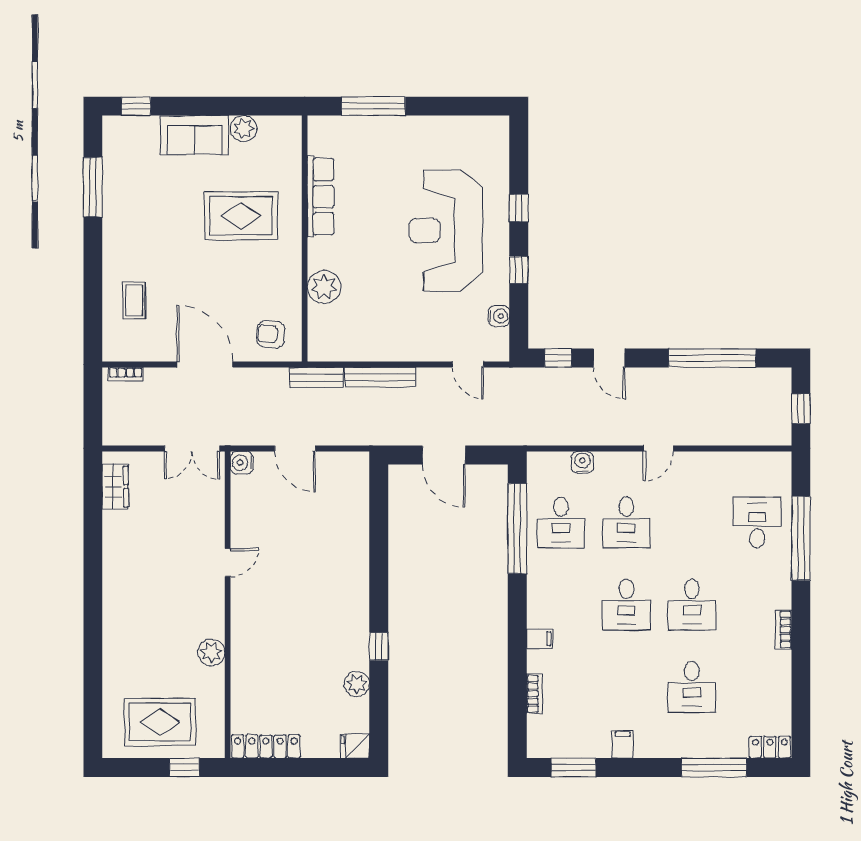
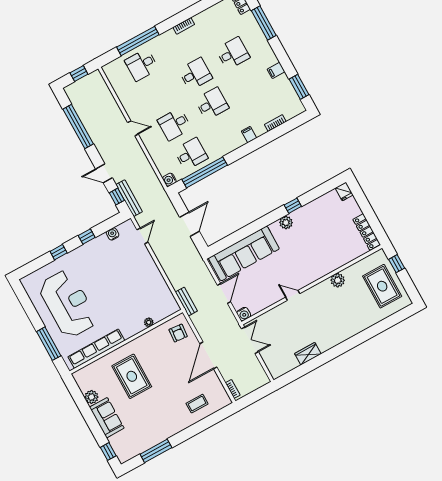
row of seats: (321, 197) -> (96, 349), width x1.36
reception desk: (446, 231) -> (68, 304), moved, turned -90
plant: (324, 287) -> (149, 322), width x0.53, depth x0.53
door: (609, 358) -> (104, 173), swing flipped
bench: (380, 377) -> (129, 198), moved
water cooler: (582, 462) -> (169, 180), moved
wardrobe: (115, 487) -> (308, 354), moved
sofa: (344, 519) -> (244, 253), added
desk: (626, 523) -> (174, 124), turned 180
plant: (357, 684) -> (286, 223), moved

